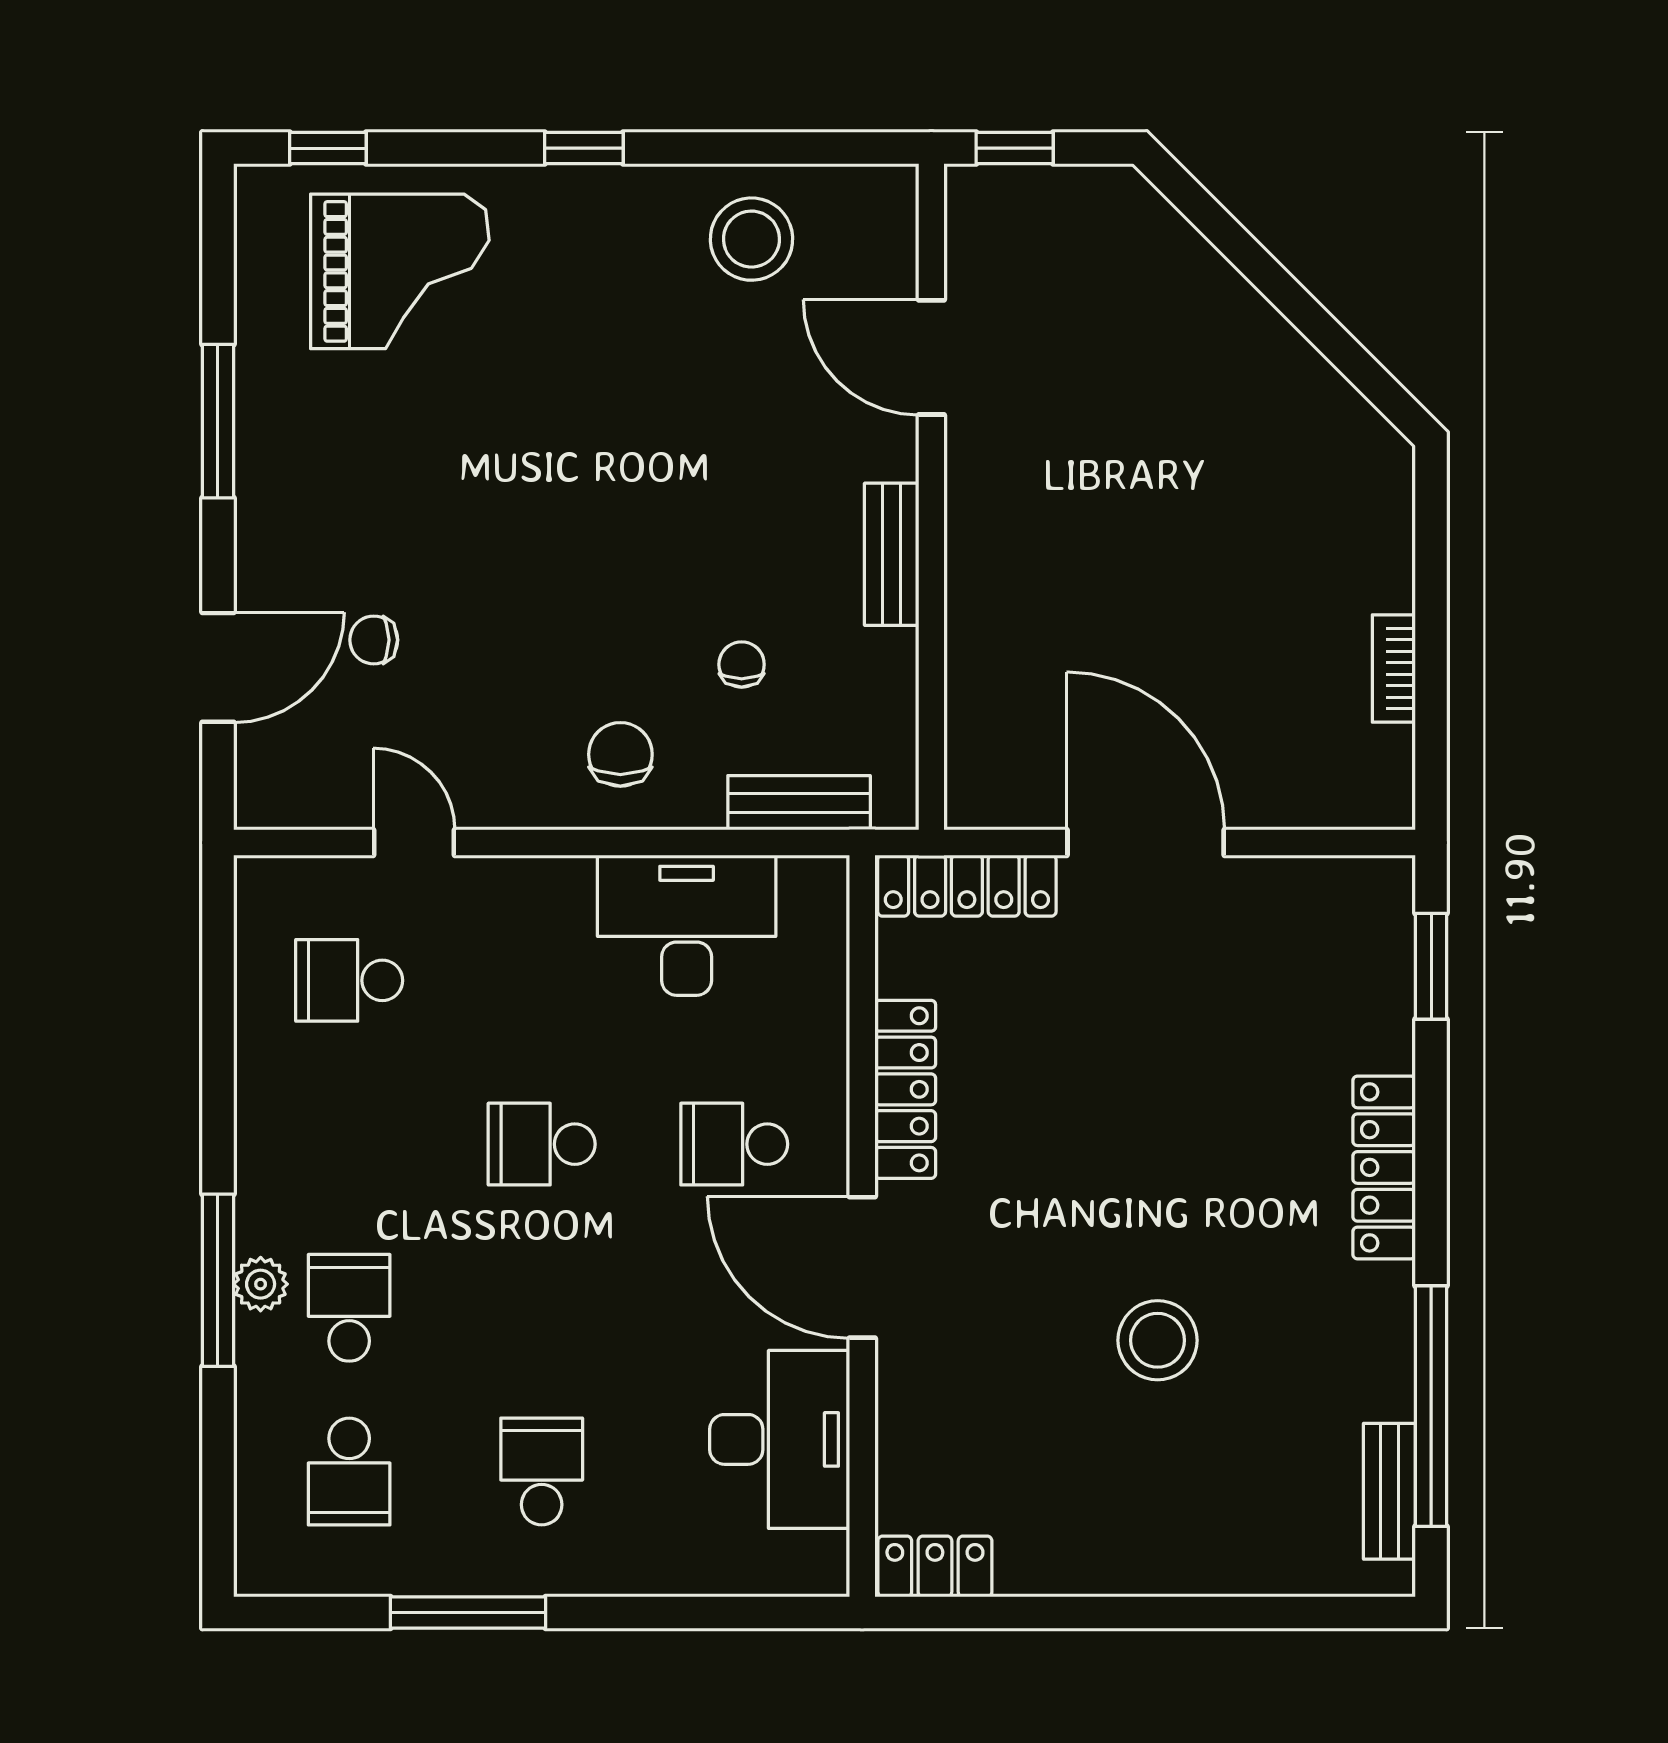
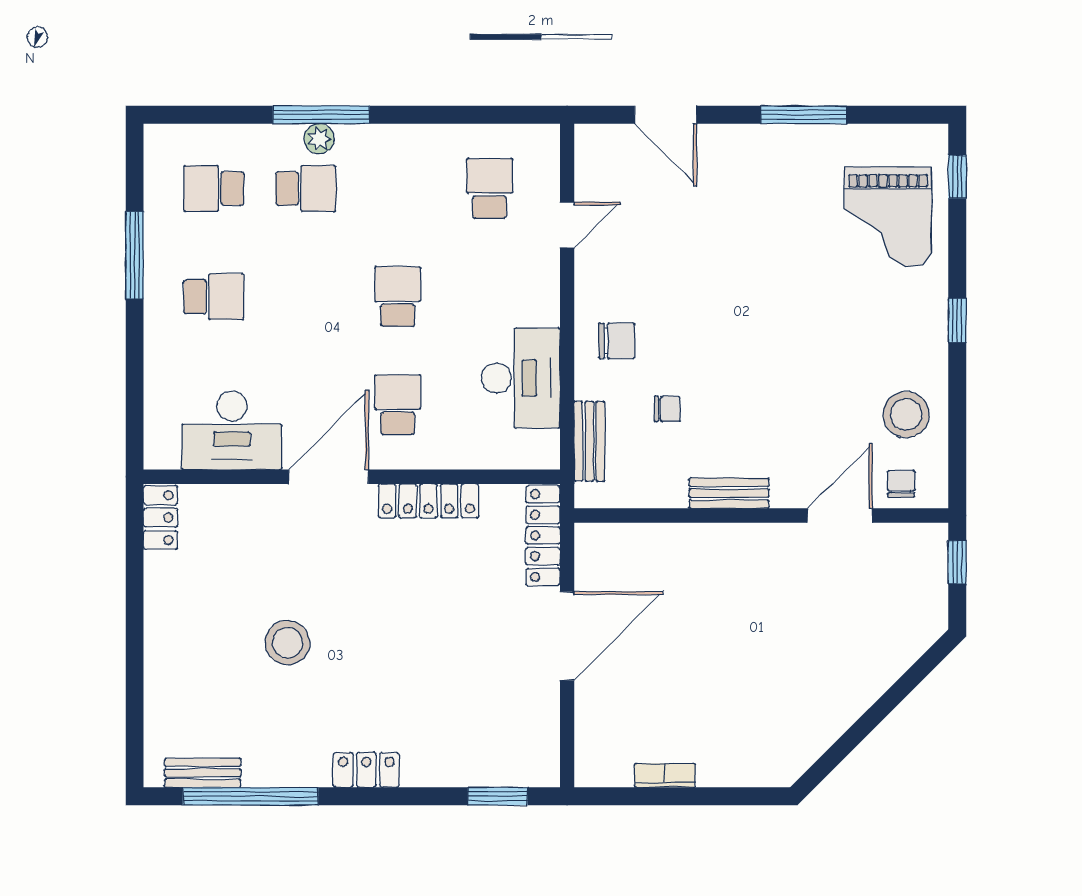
chair: (374, 640) -> (901, 484), moved
locker: (1384, 1167) -> (366, 770), width x0.66

